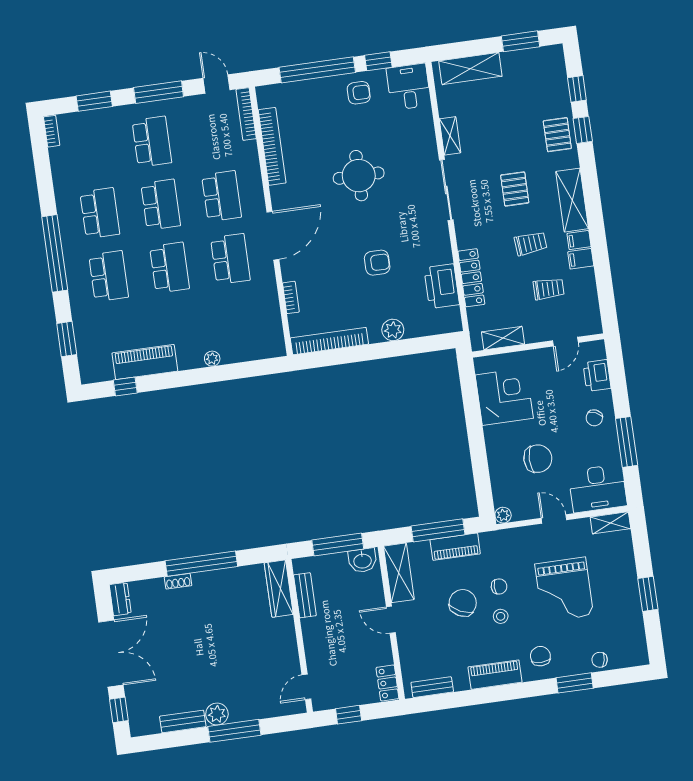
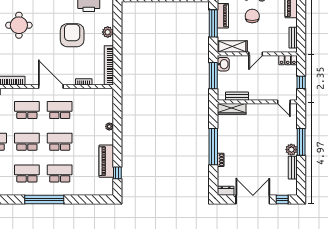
round table: (359, 176) -> (19, 25), moved
armchair: (377, 263) -> (72, 35), width x1.88, depth x1.88
window: (67, 339) -> (89, 199), removed
chair: (463, 603) -> (252, 16), turned 64

